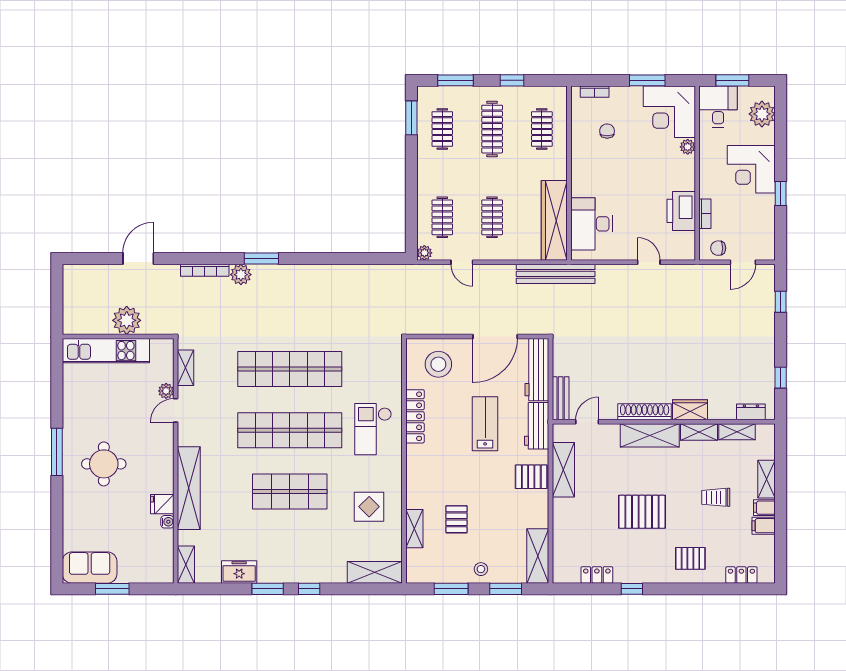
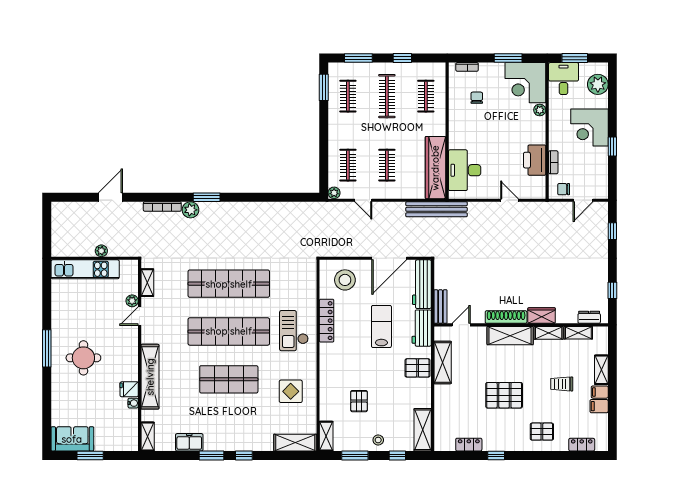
plant: (127, 320) -> (101, 251), width x0.53, depth x0.53
shelving: (414, 529) -> (326, 436), moved
window: (506, 589) -> (397, 455), width x0.67

